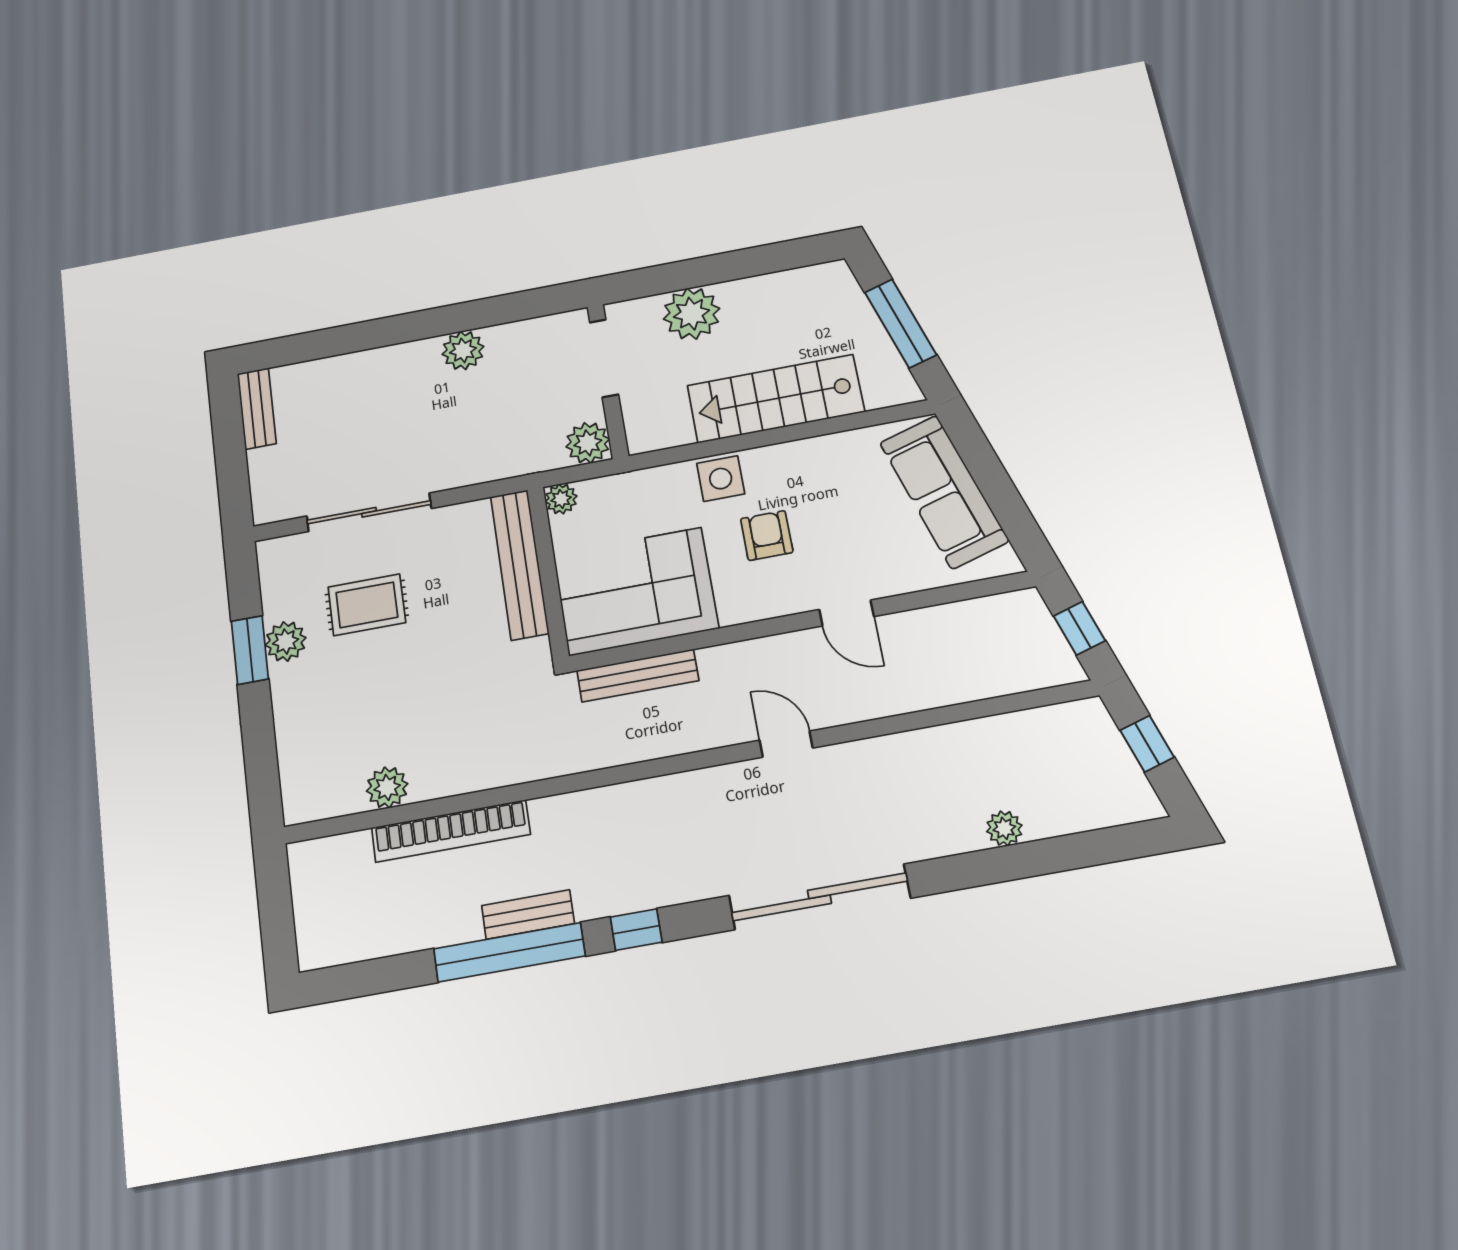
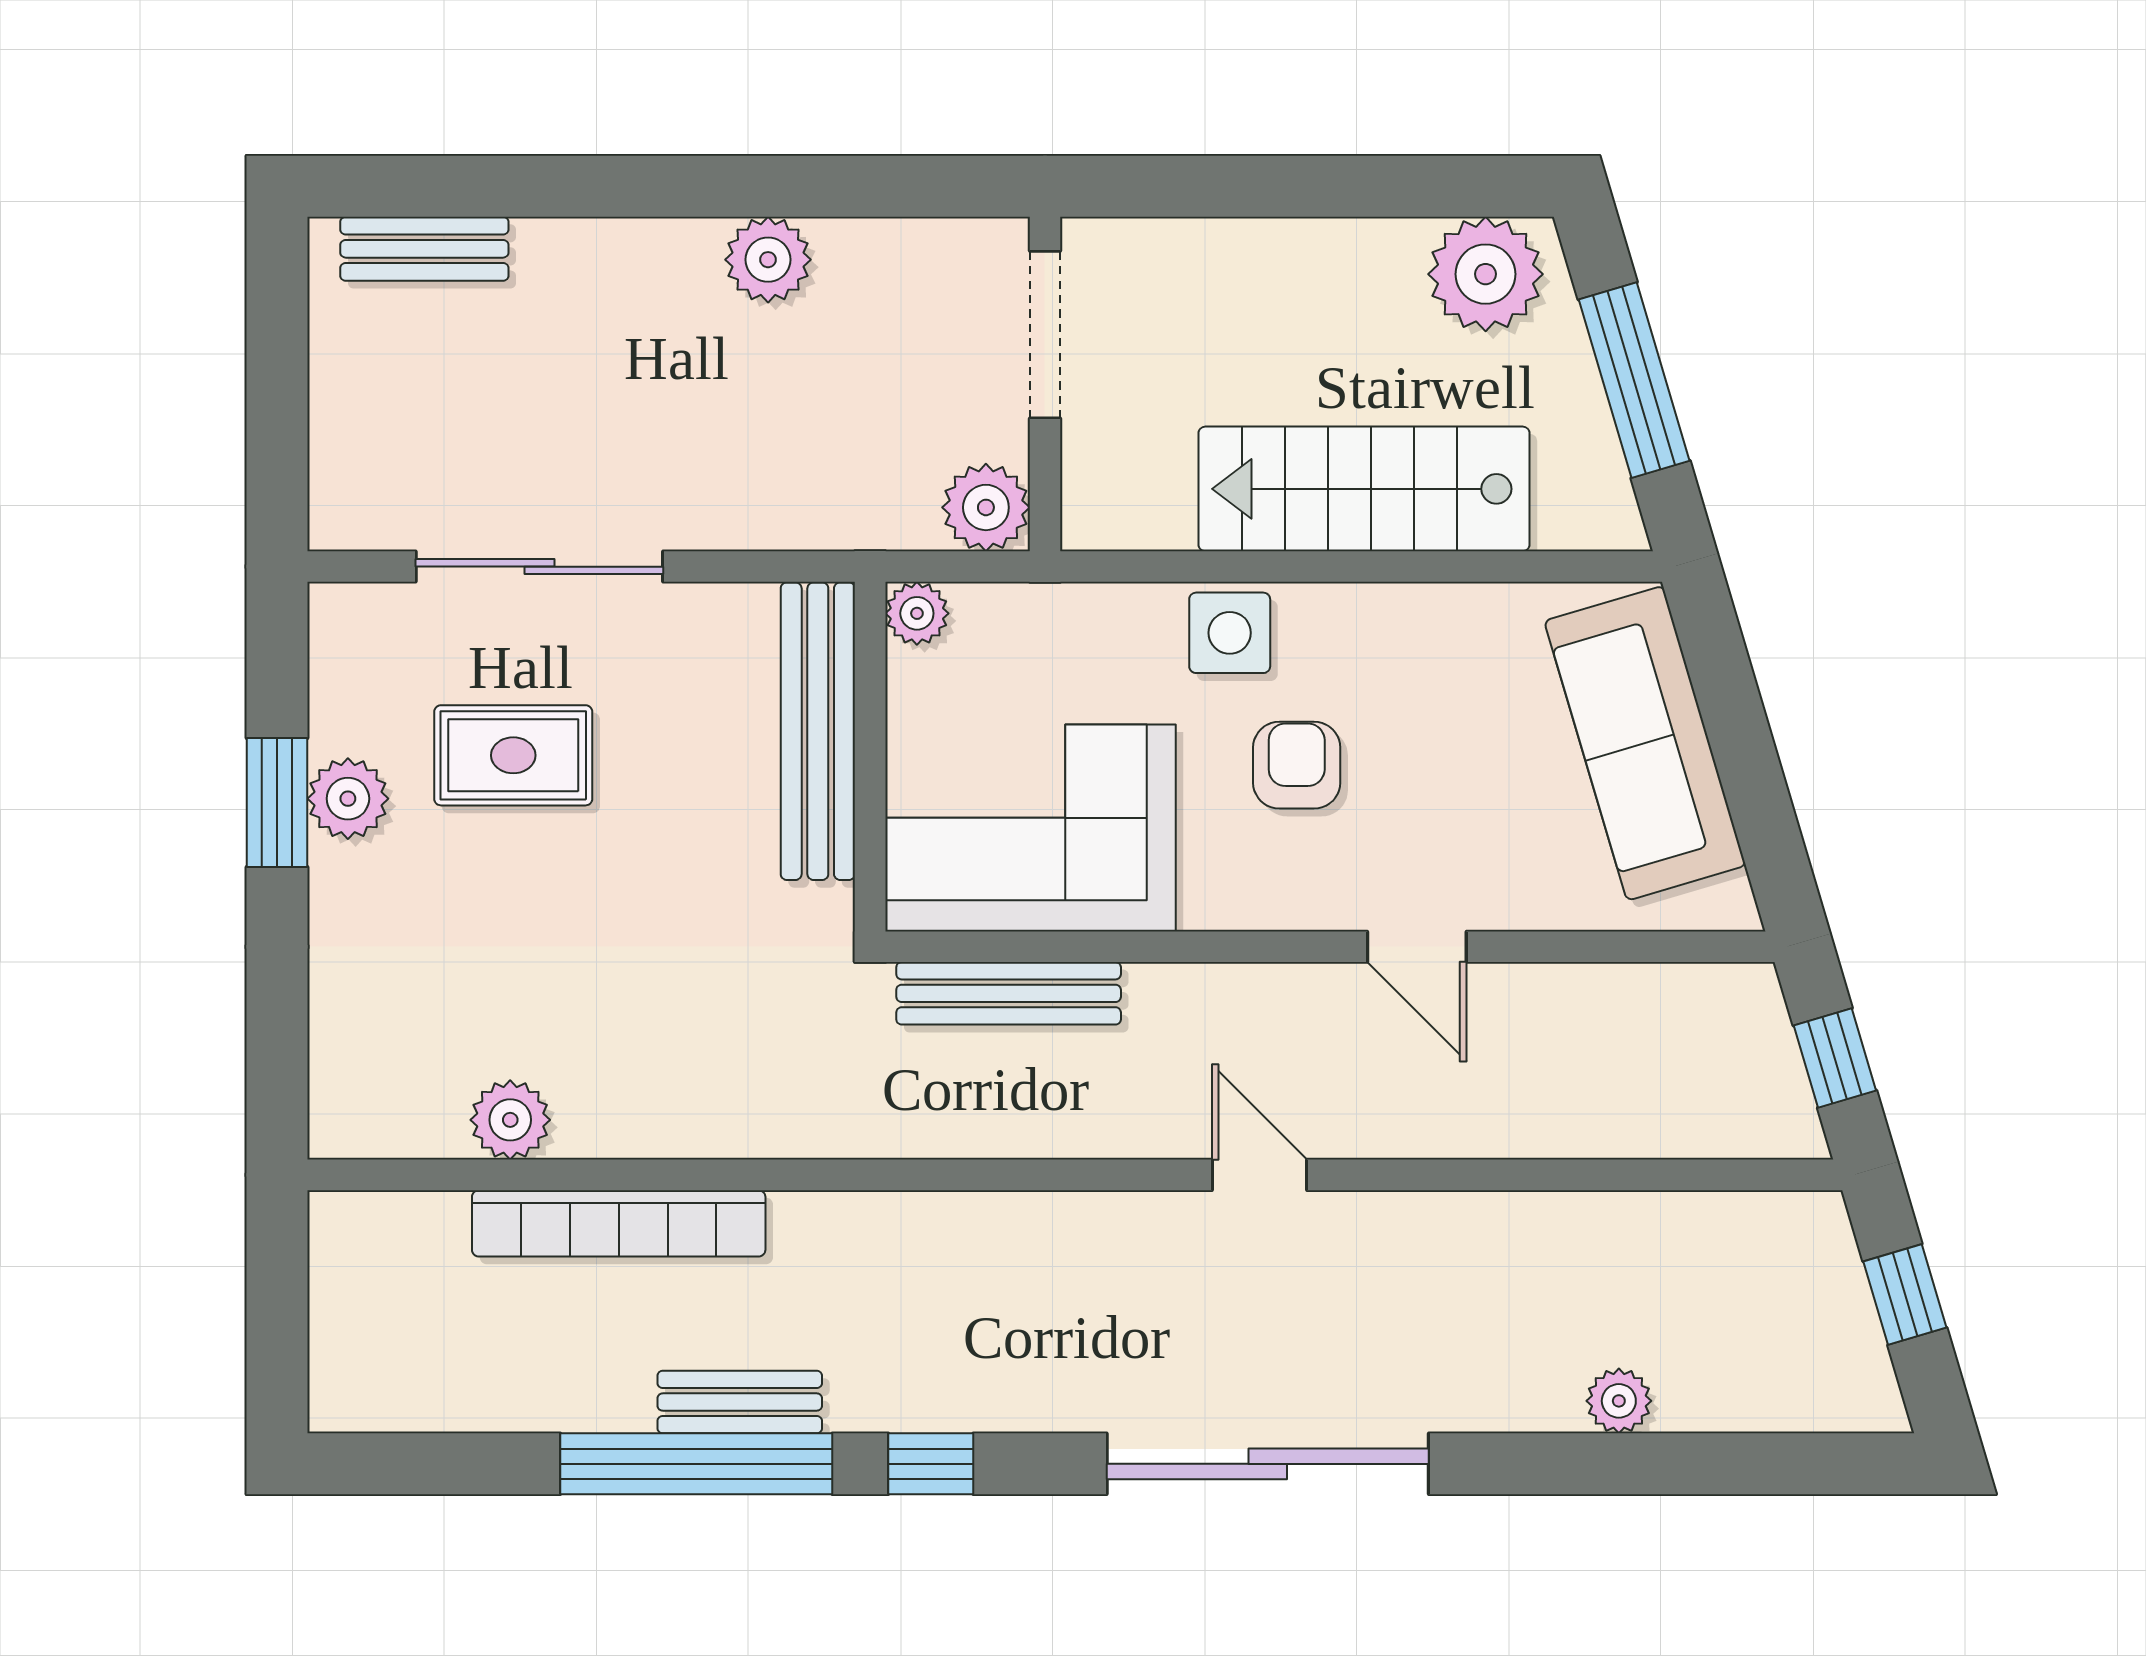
plant: (692, 314) -> (1486, 274), moved
bench: (257, 408) -> (424, 249), moved, turned 90

